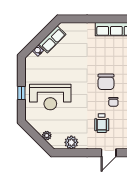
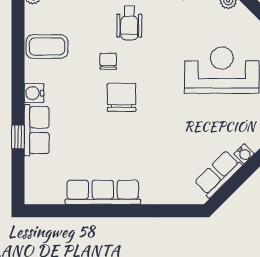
wheelchair: (102, 123) -> (129, 23), turned 180

